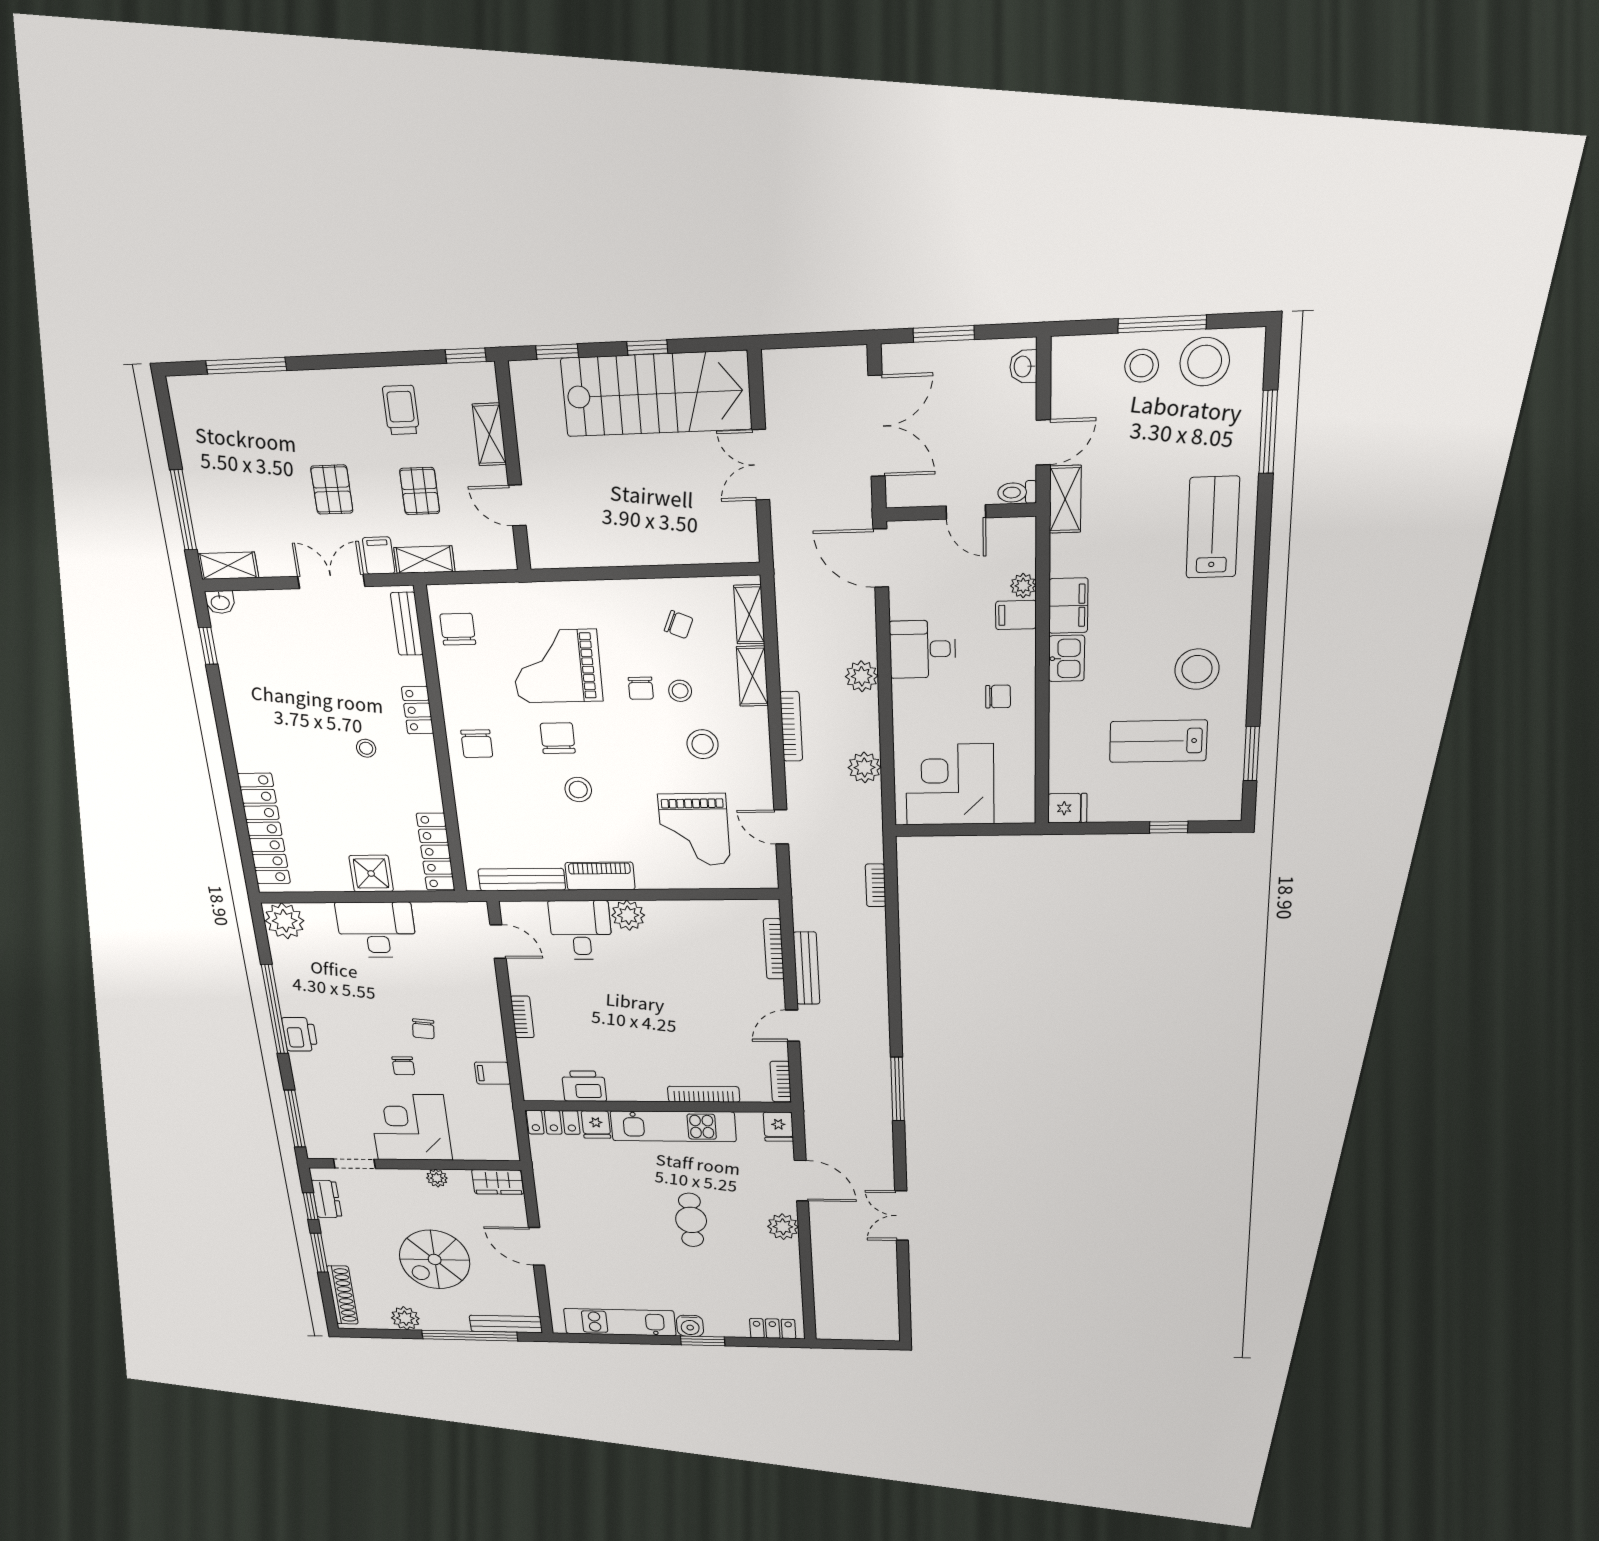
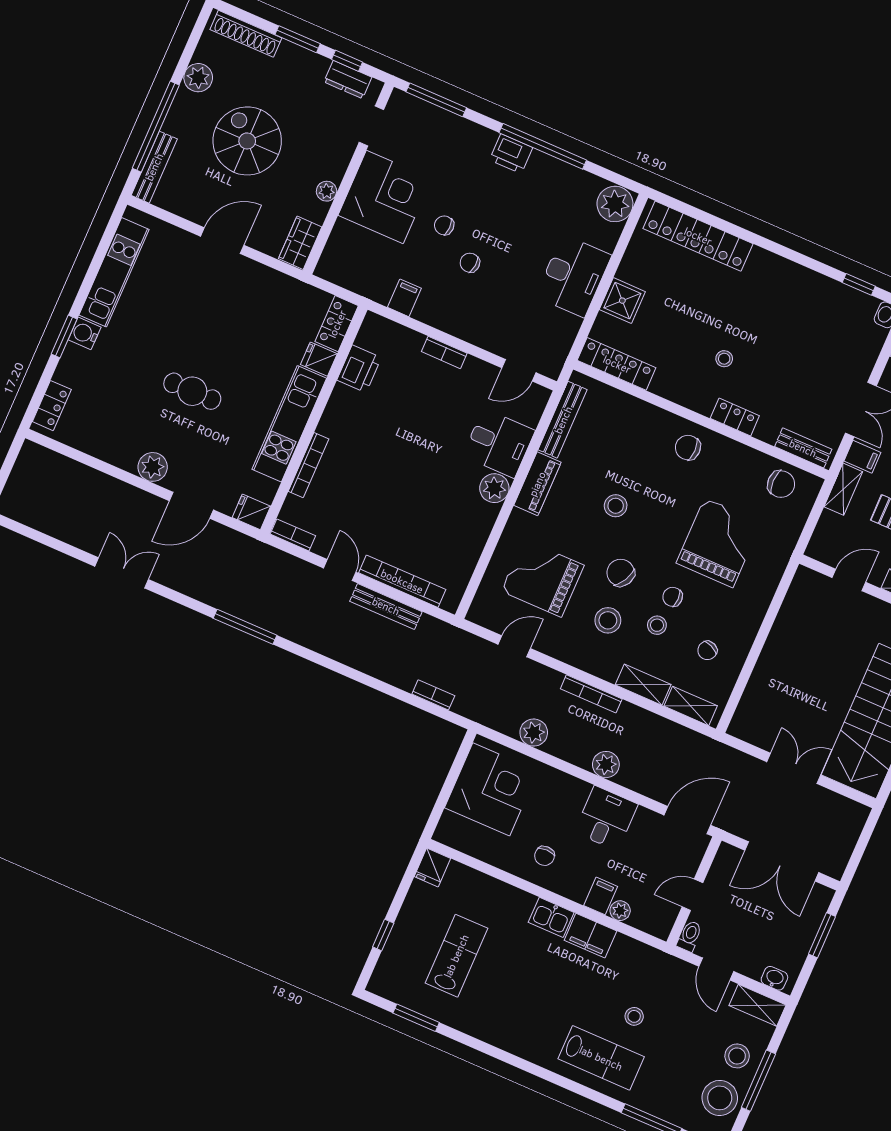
shelving: (1065, 499) -> (758, 1005), moved
stool: (1197, 669) -> (634, 1016), moved, width x0.53, depth x0.53
chair: (558, 738) -> (621, 573), moved, turned -152
bookcase: (774, 949) -> (402, 581), width x1.48, depth x1.31

